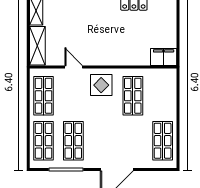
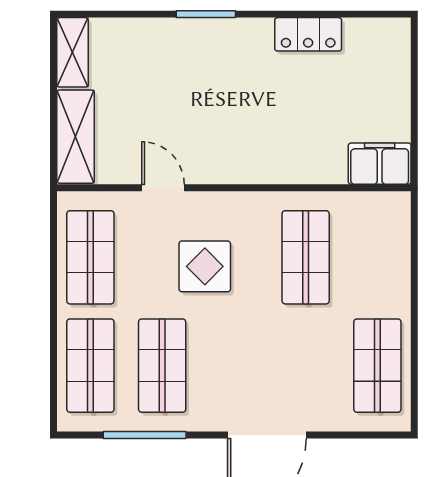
display table: (101, 85) -> (205, 266), moved

